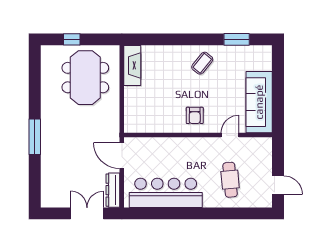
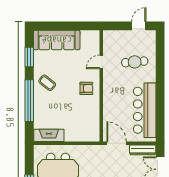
window: (179, 39) -> (29, 101), added
sofa: (259, 102) -> (57, 40), moved
door: (230, 135) -> (101, 62), hinge flipped
door: (122, 156) -> (117, 143), swing flipped

